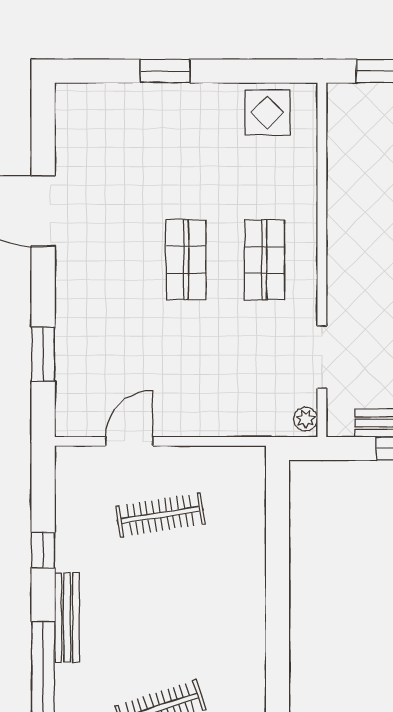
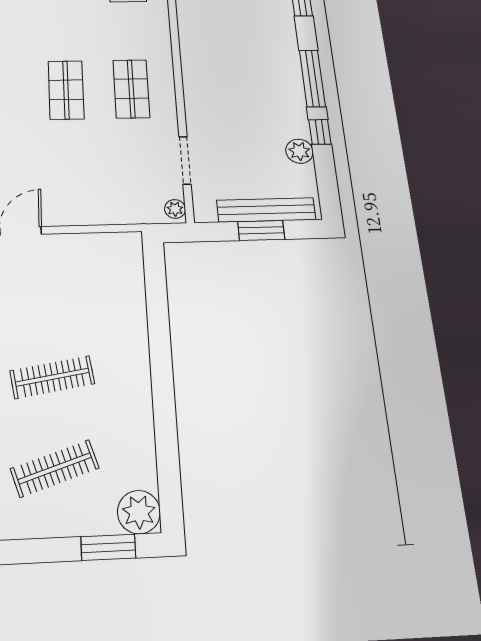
clothes rail: (160, 515) -> (52, 377), moved

